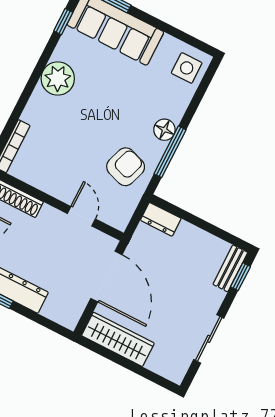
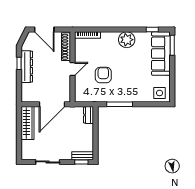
floor lamp: (164, 130) -> (128, 97), removed
armchair: (126, 167) -> (103, 75), moved, turned -109
door: (81, 216) -> (72, 69), moved

